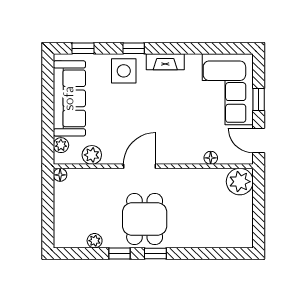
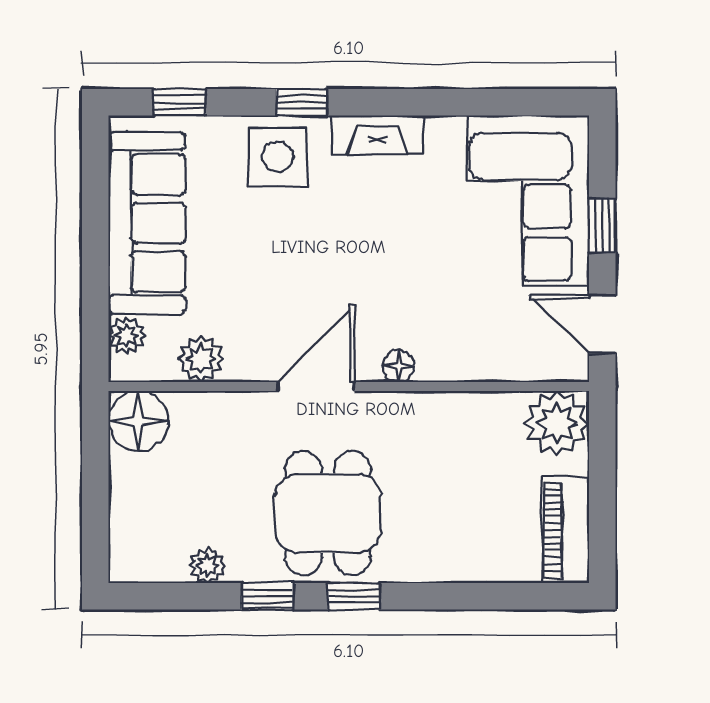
floor lamp: (211, 158) -> (398, 366), moved
floor lamp: (60, 175) -> (139, 421), width x1.89, depth x1.89
piano: (243, 226) -> (565, 530), added

